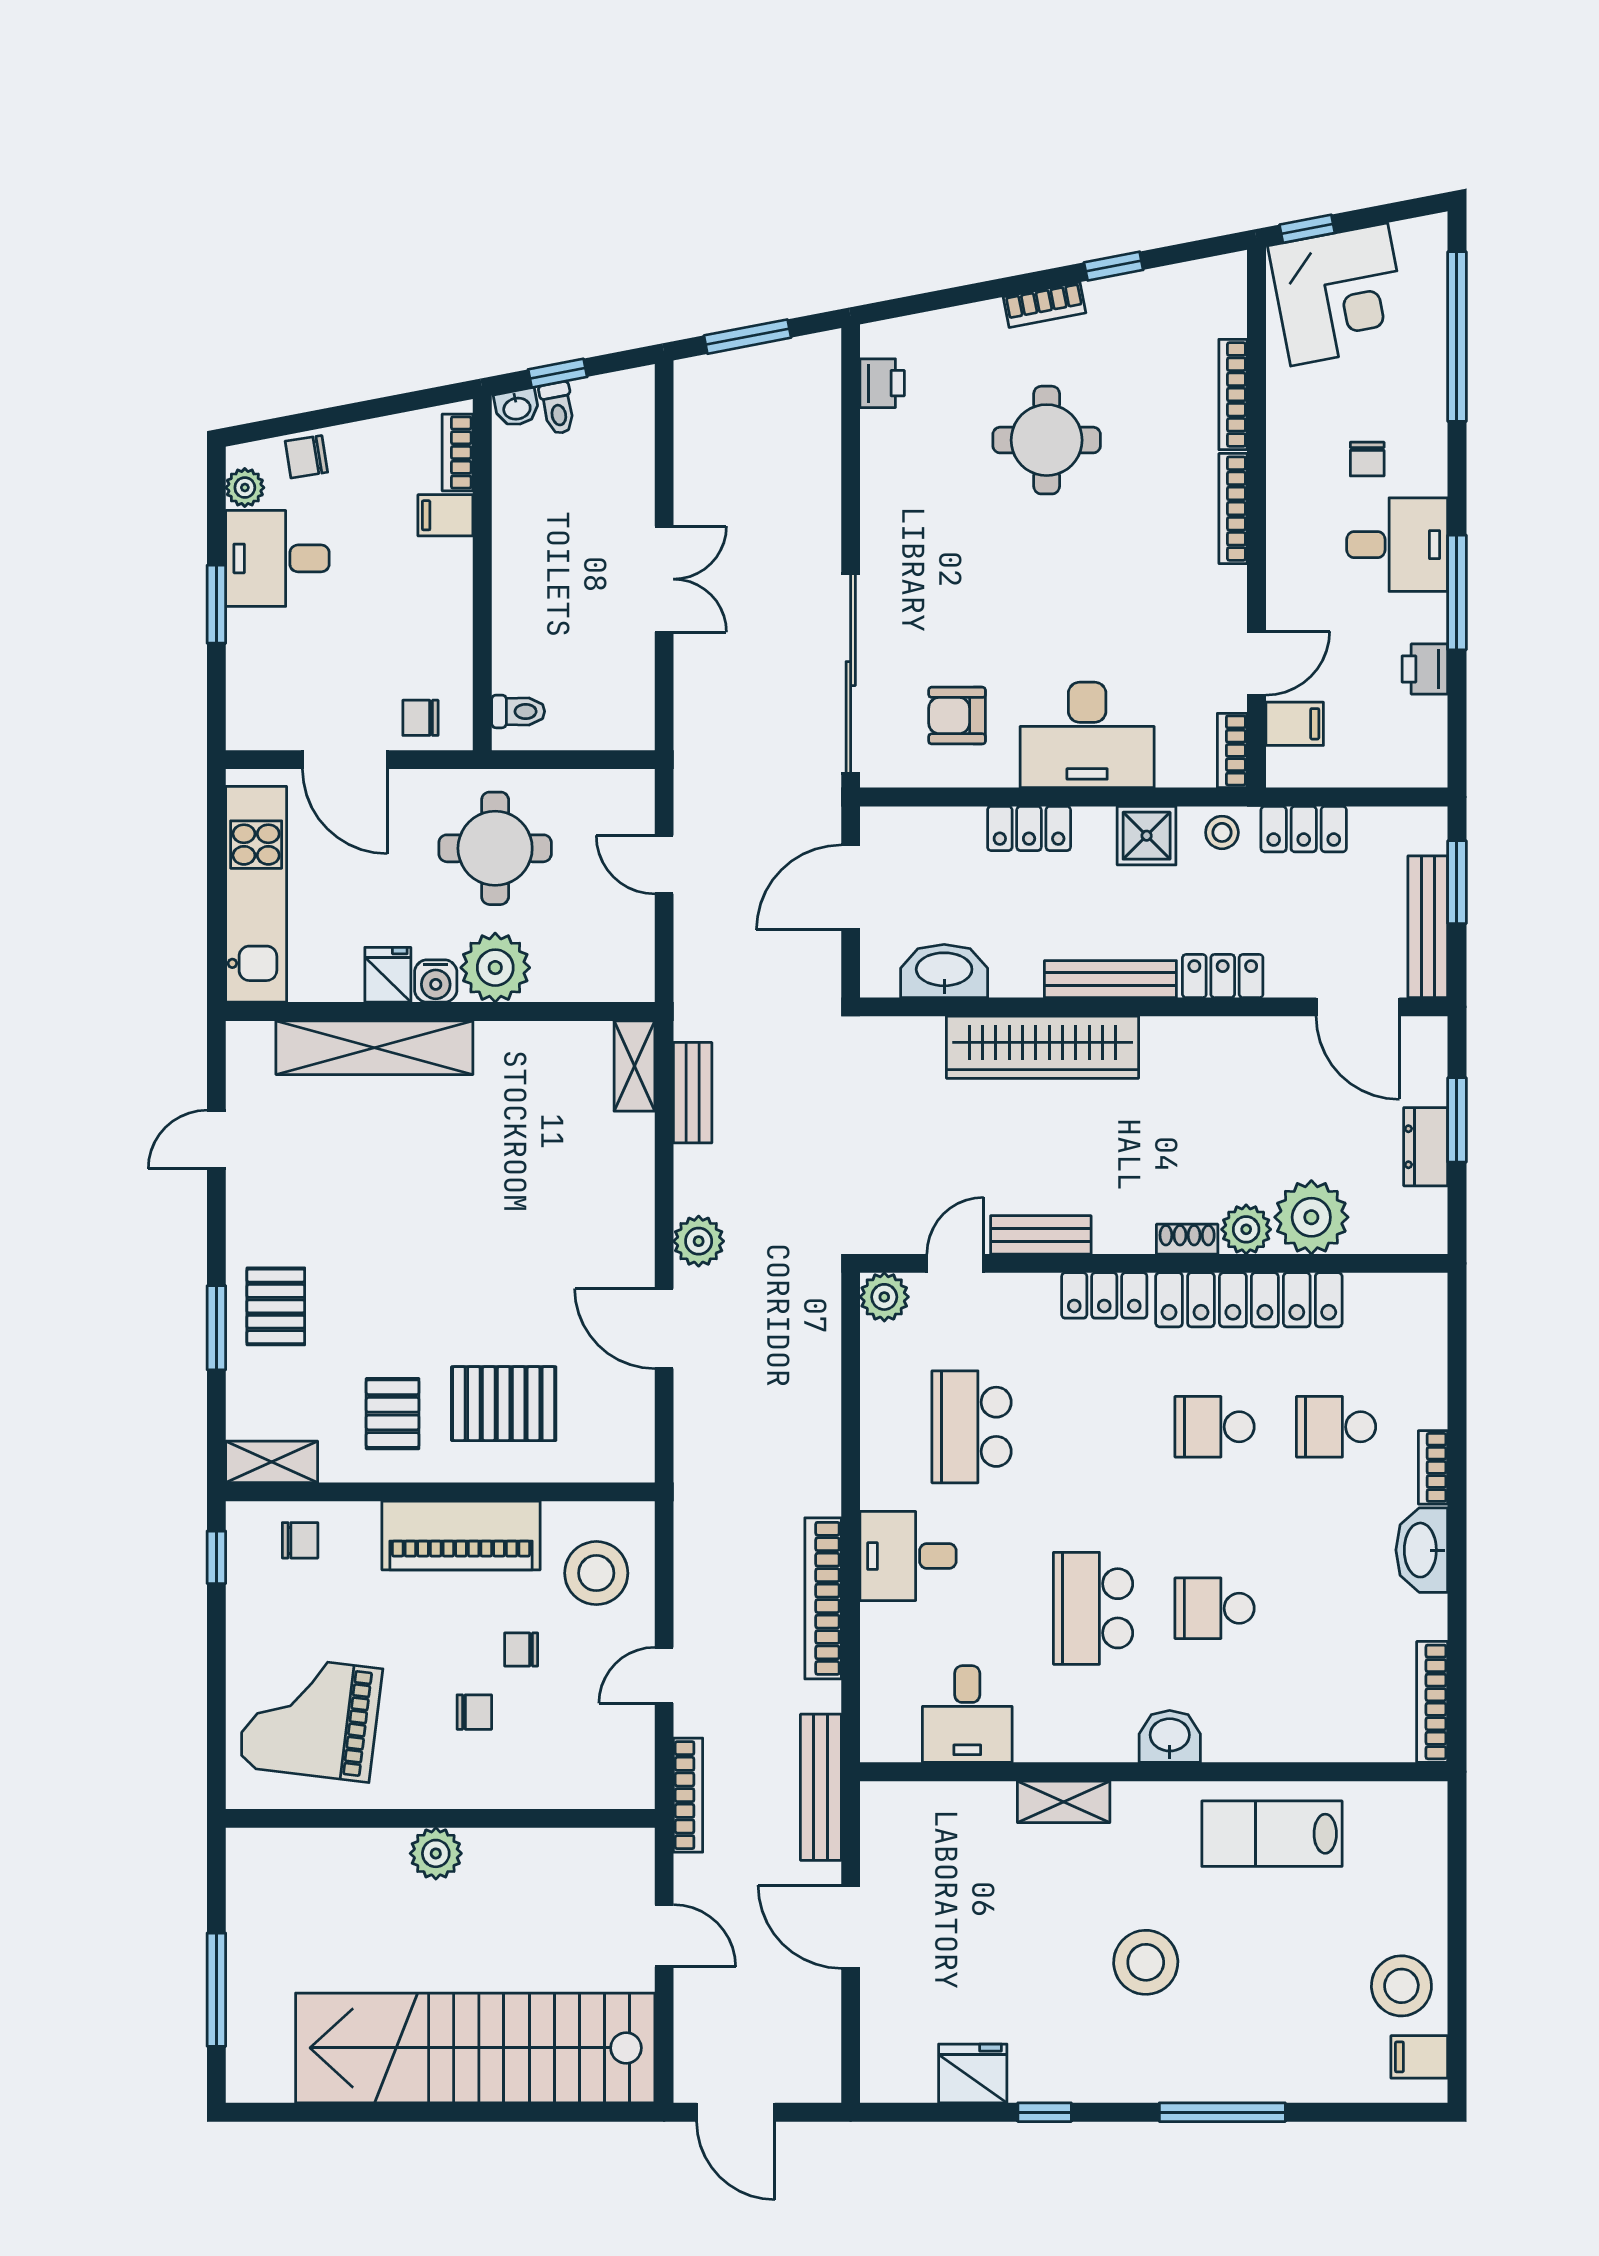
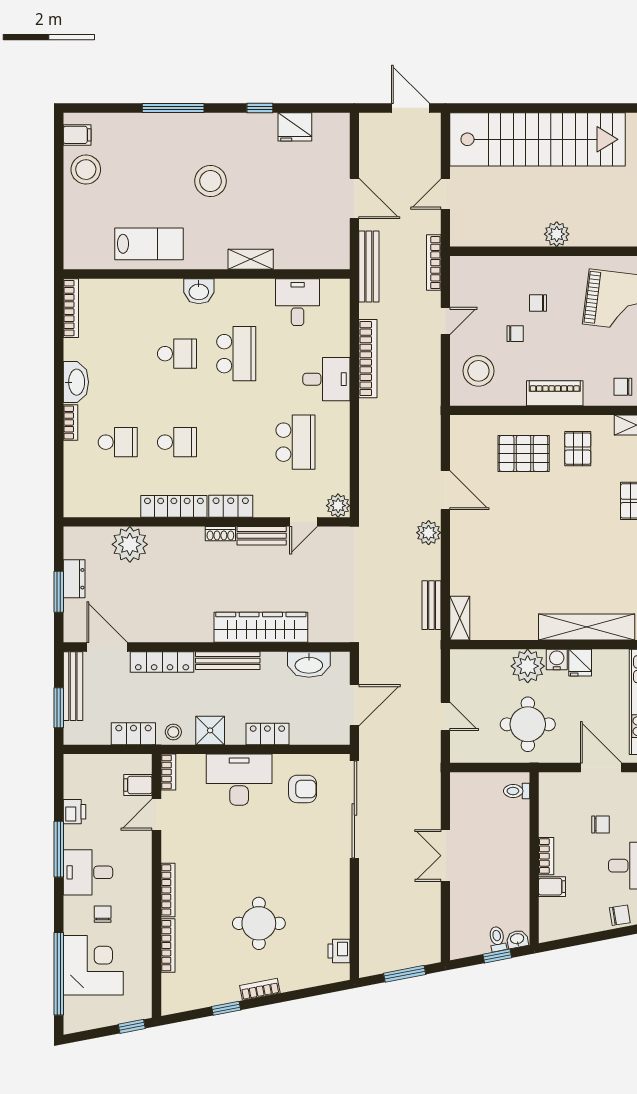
corner desk: (1339, 295) -> (93, 965), moved, turned 101
bookcase: (458, 452) -> (546, 856), moved
chair: (420, 718) -> (601, 824), moved
locker: (1223, 976) -> (162, 662), width x1.53
plant: (1246, 1229) -> (162, 538), removed
shoe rack: (1187, 1239) -> (220, 534), moved
locker: (1249, 1300) -> (174, 506), width x0.71, depth x0.83
piano: (461, 1536) -> (555, 393), width x0.73, depth x0.75
door: (664, 1936) -> (445, 194), hinge flipped

